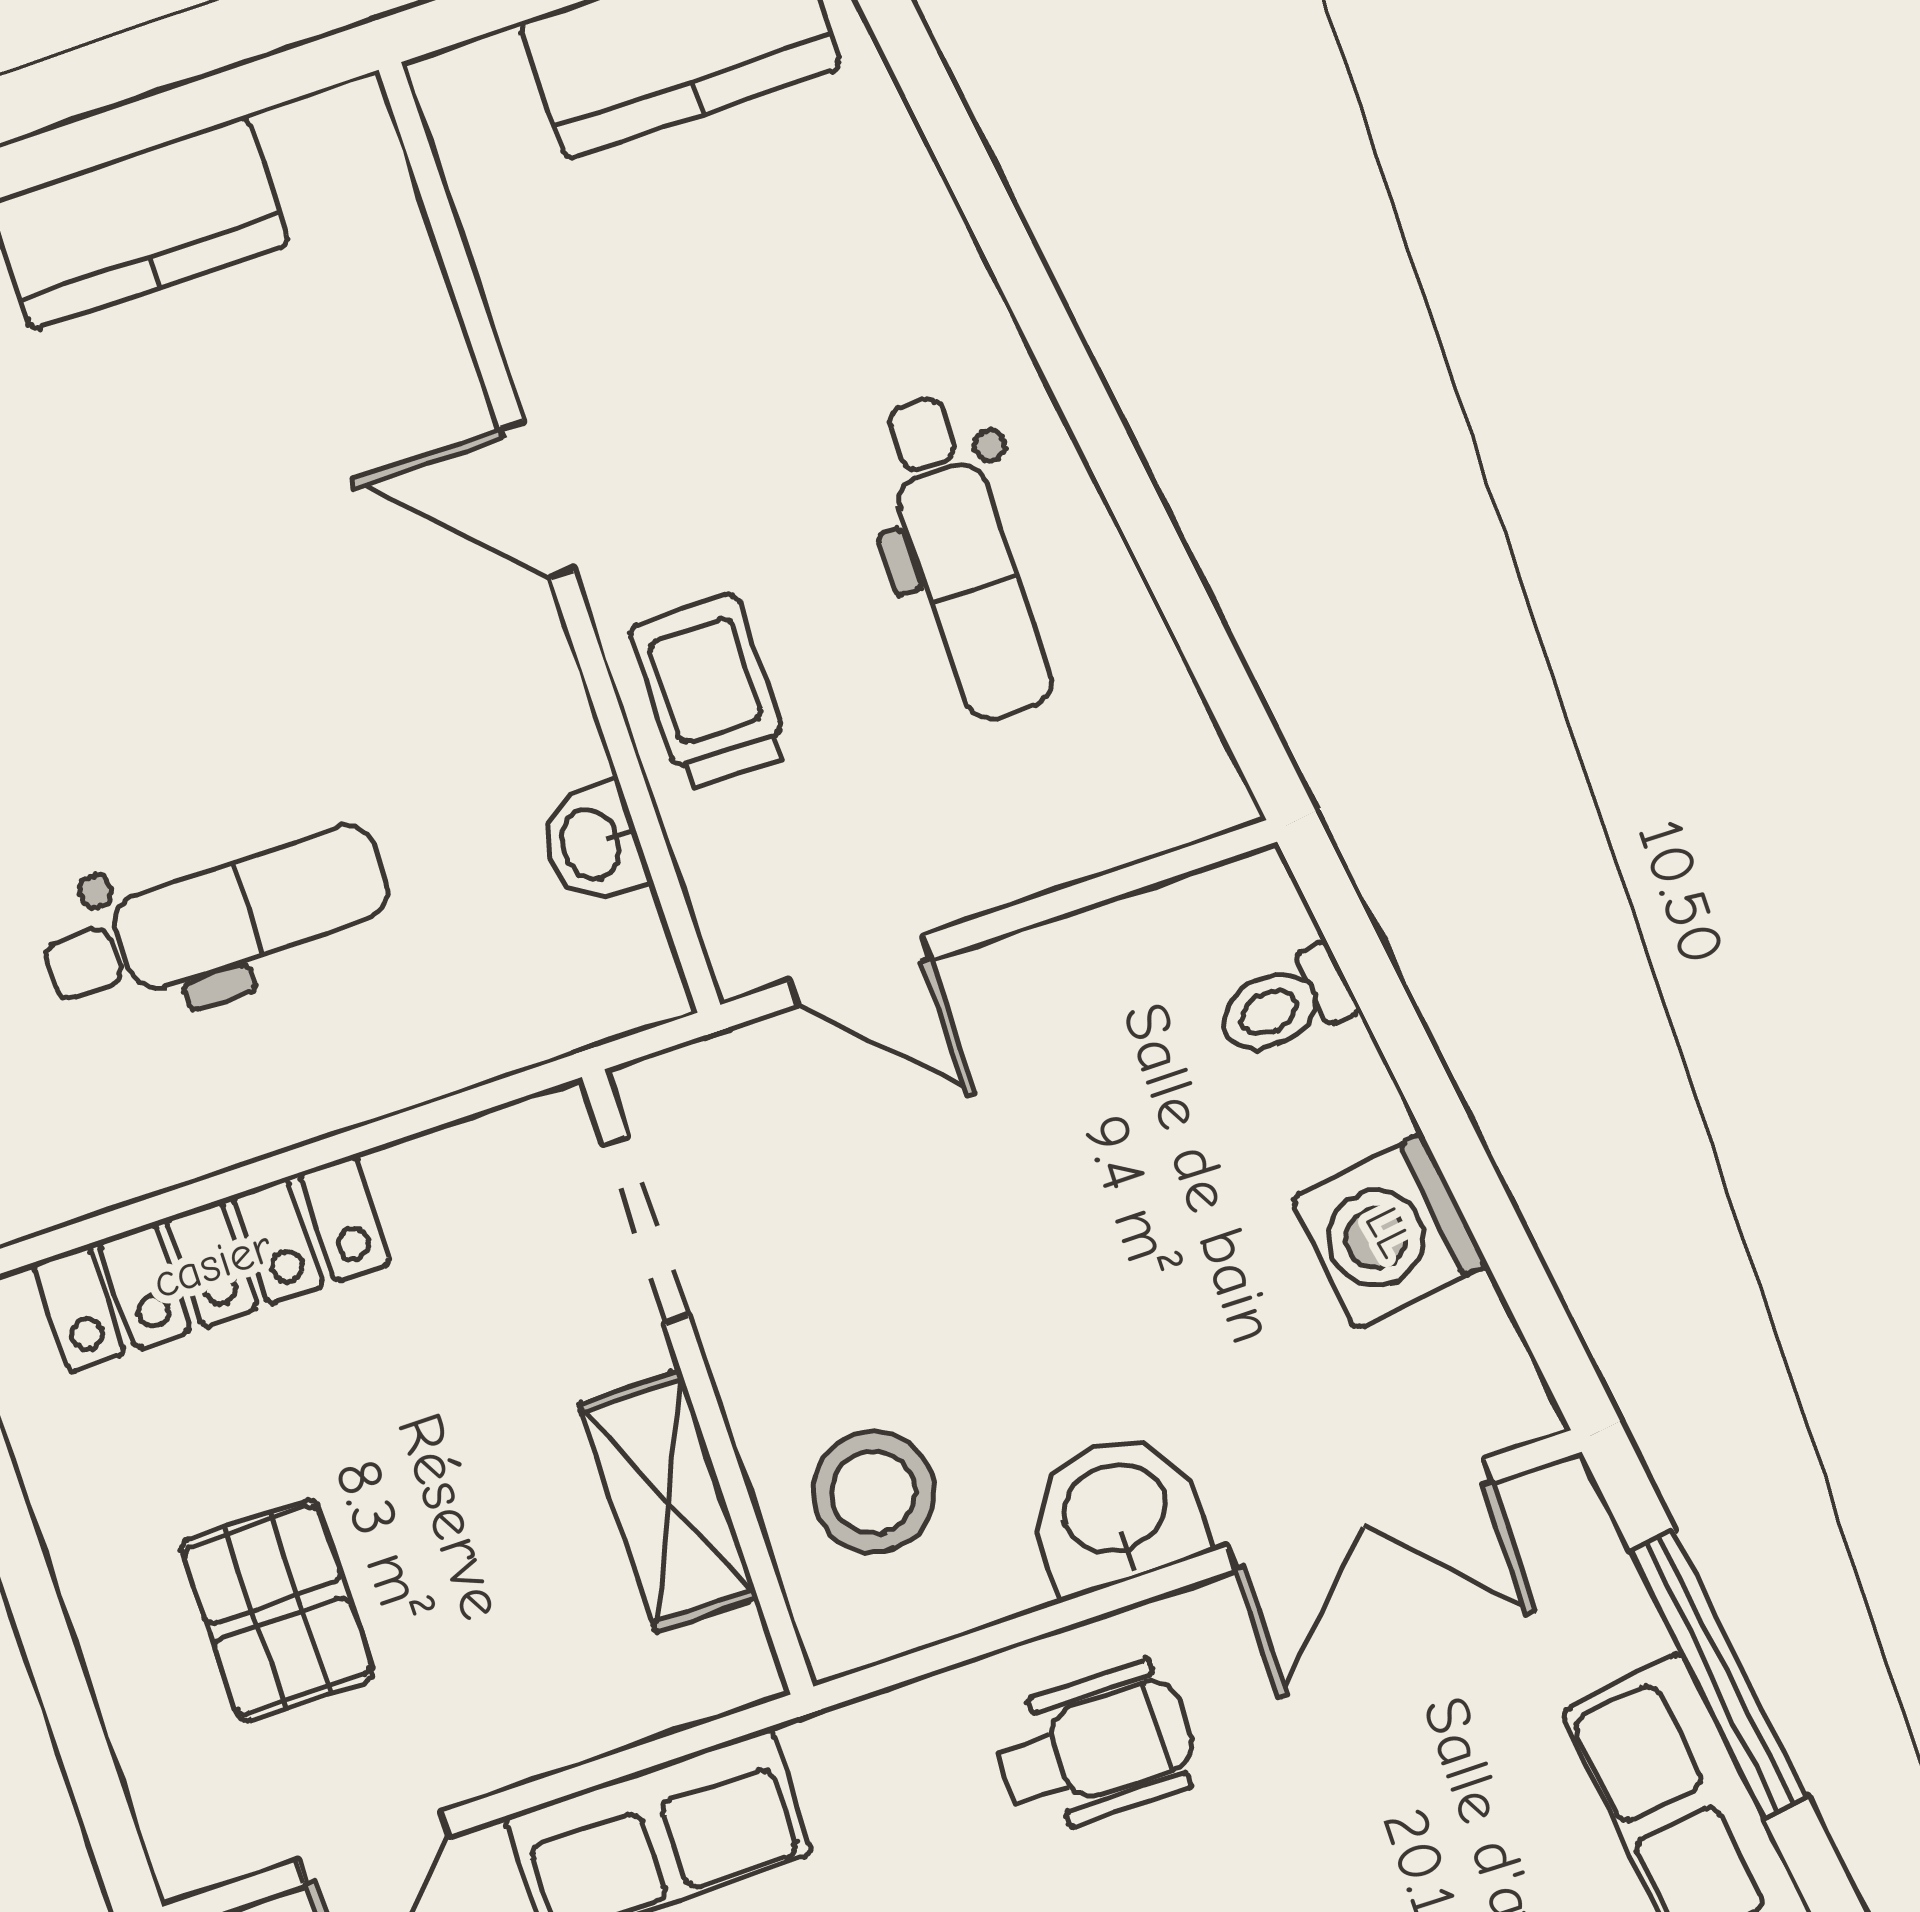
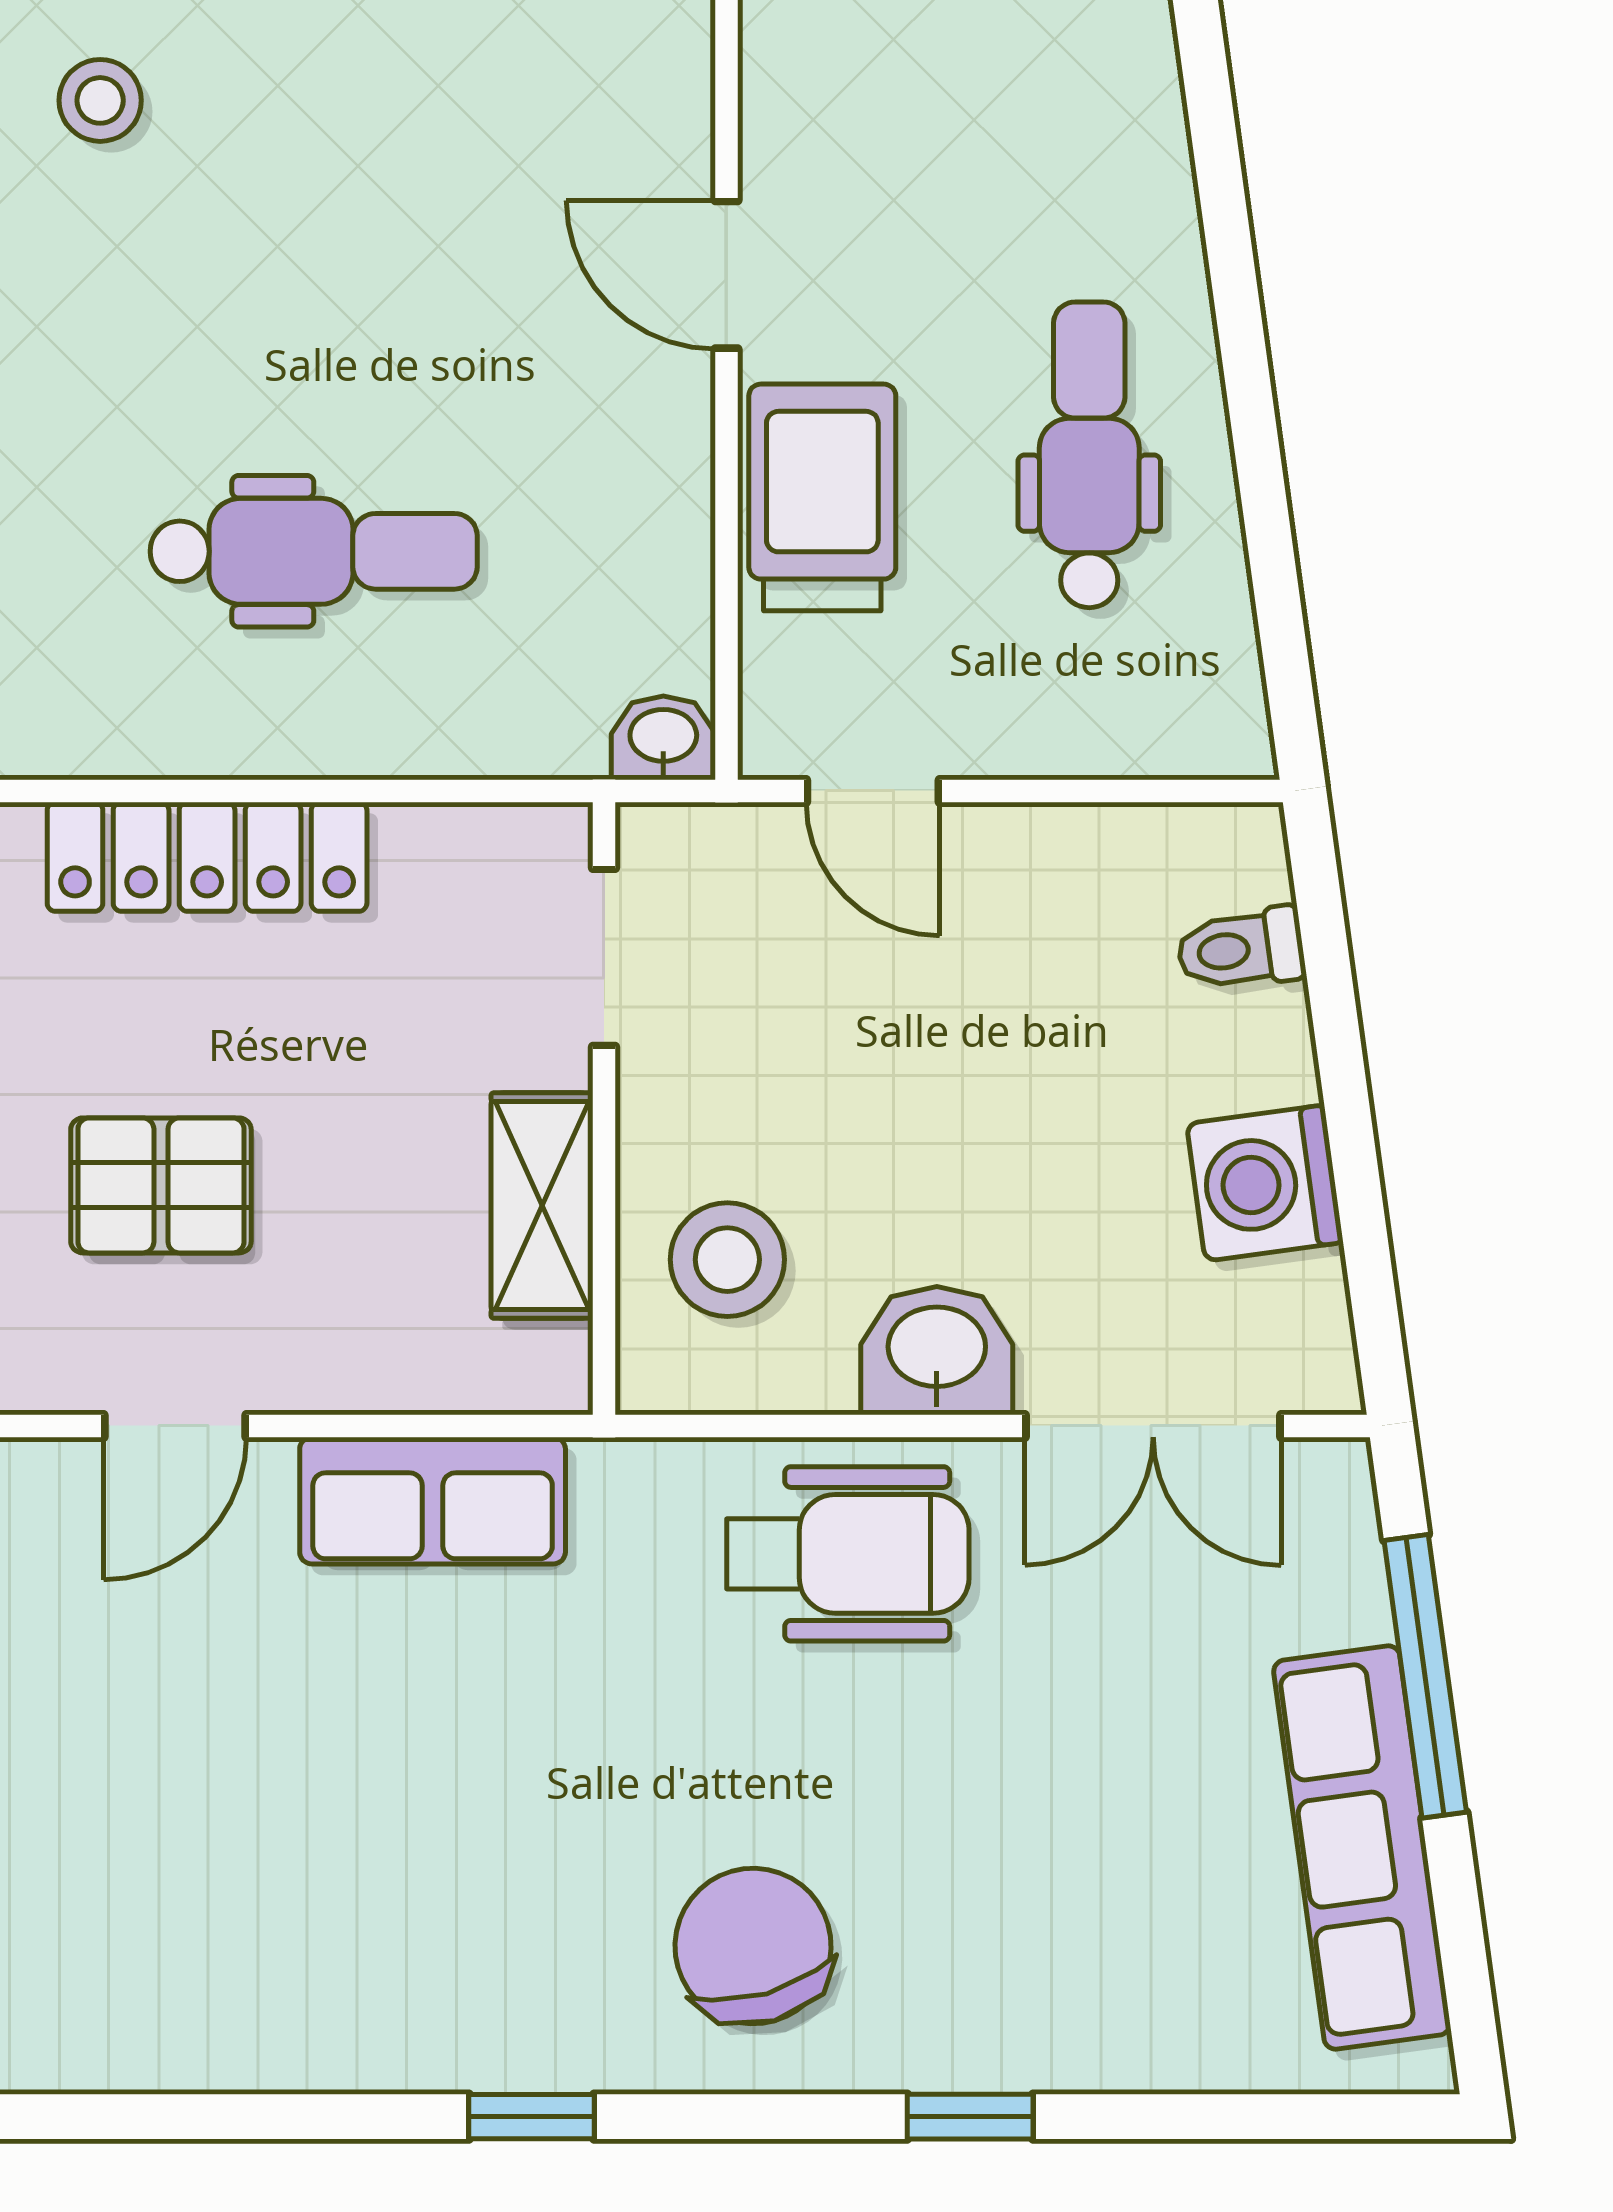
dental chair: (964, 558) -> (1089, 455), turned 180
trolley: (709, 692) -> (822, 497), width x1.36, depth x1.39
washbasin: (593, 843) -> (663, 738), moved, turned 90
pallet: (277, 1611) -> (161, 1185), turned 90
wheelchair: (1095, 1748) -> (848, 1554), width x1.36, depth x1.37

